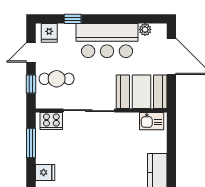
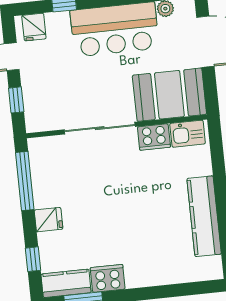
cafe table: (57, 79) -> (51, 89), removed
cooker: (51, 121) -> (154, 137), moved
window: (31, 143) -> (25, 181), width x1.44

